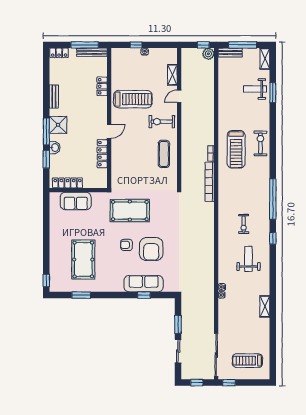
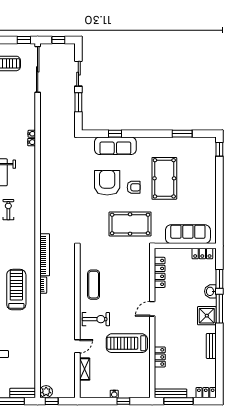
locker: (102, 154) -> (160, 272), moved
locker: (68, 183) -> (202, 254), width x0.66
sofa: (76, 201) -> (188, 234), width x1.36
pool table: (83, 260) -> (164, 178), moved

